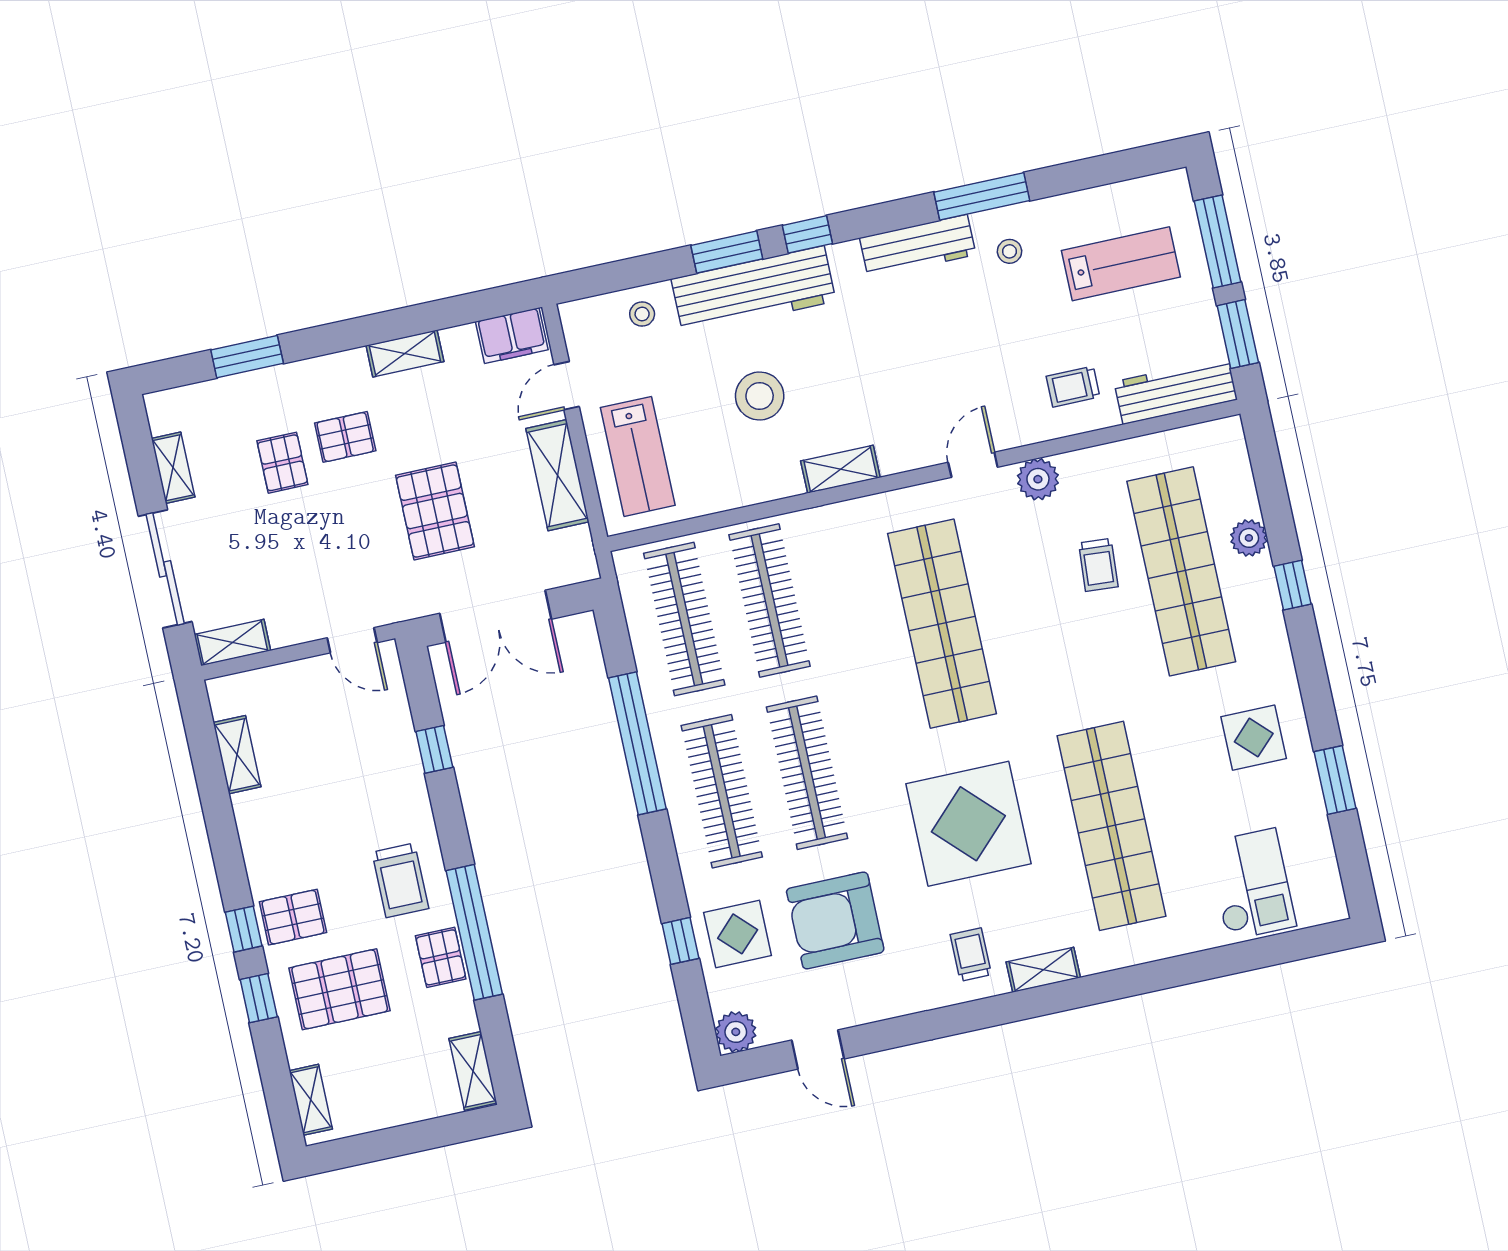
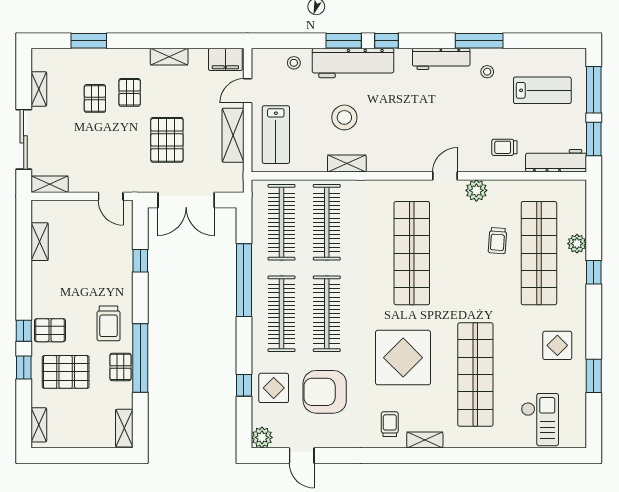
pallet: (345, 437) -> (130, 92), turned 90
shelving: (840, 469) -> (347, 164), moved

